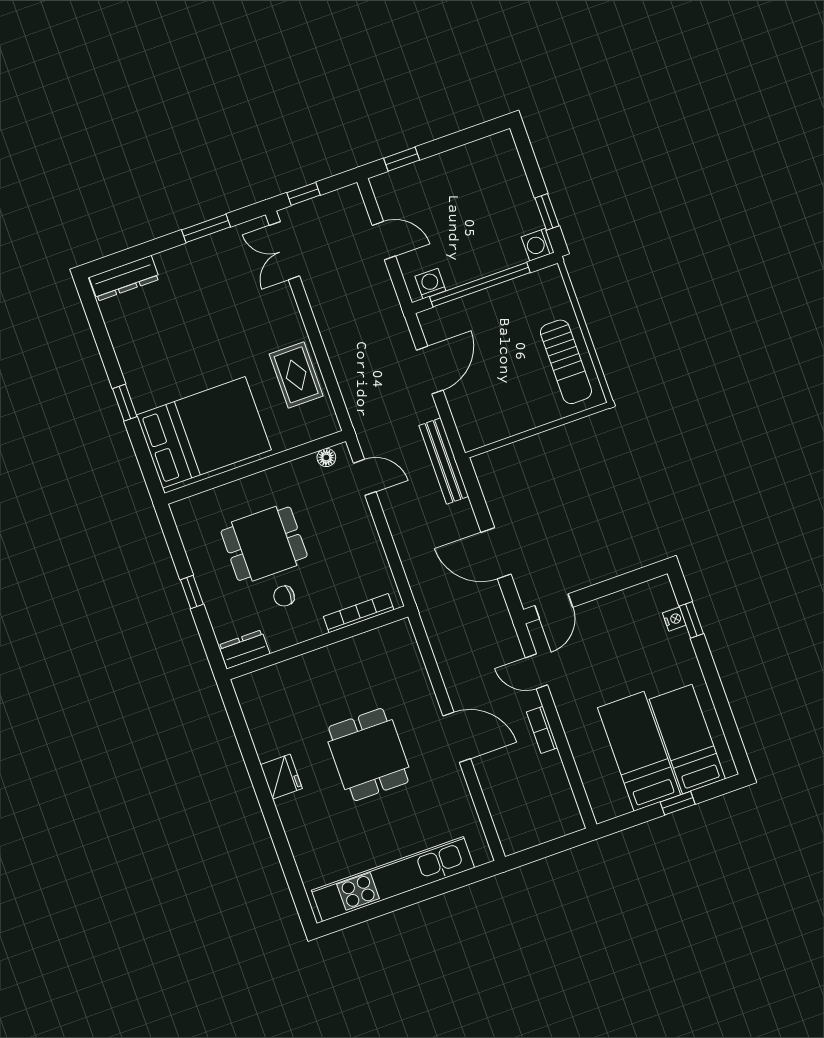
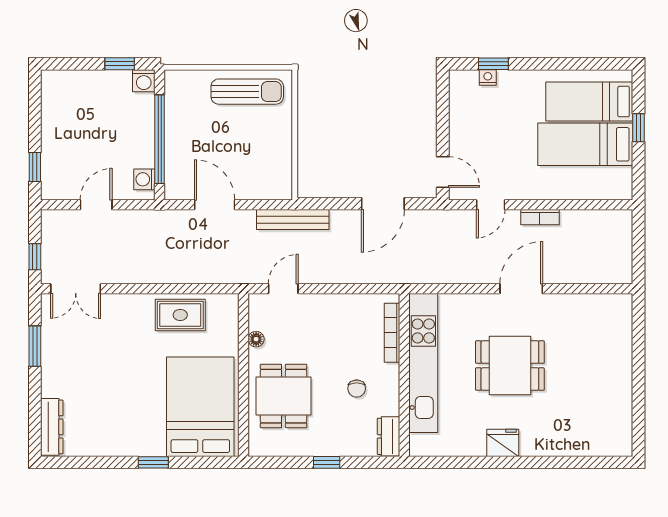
floor lamp: (326, 458) -> (256, 339), moved
dining table: (264, 544) -> (283, 396), moved
kitchen unit: (393, 879) -> (423, 363), moved, turned 180

